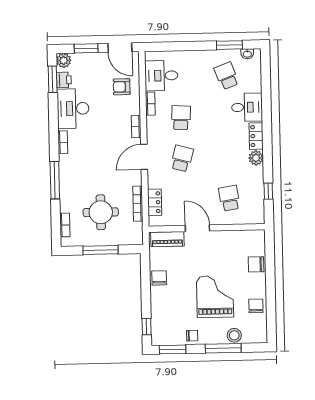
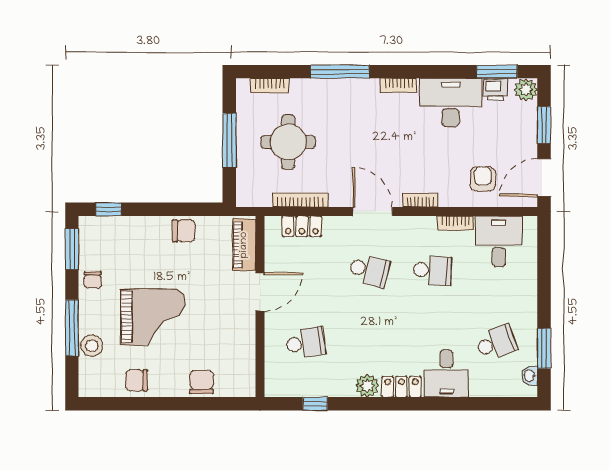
chair: (256, 306) -> (137, 380), turned 180

